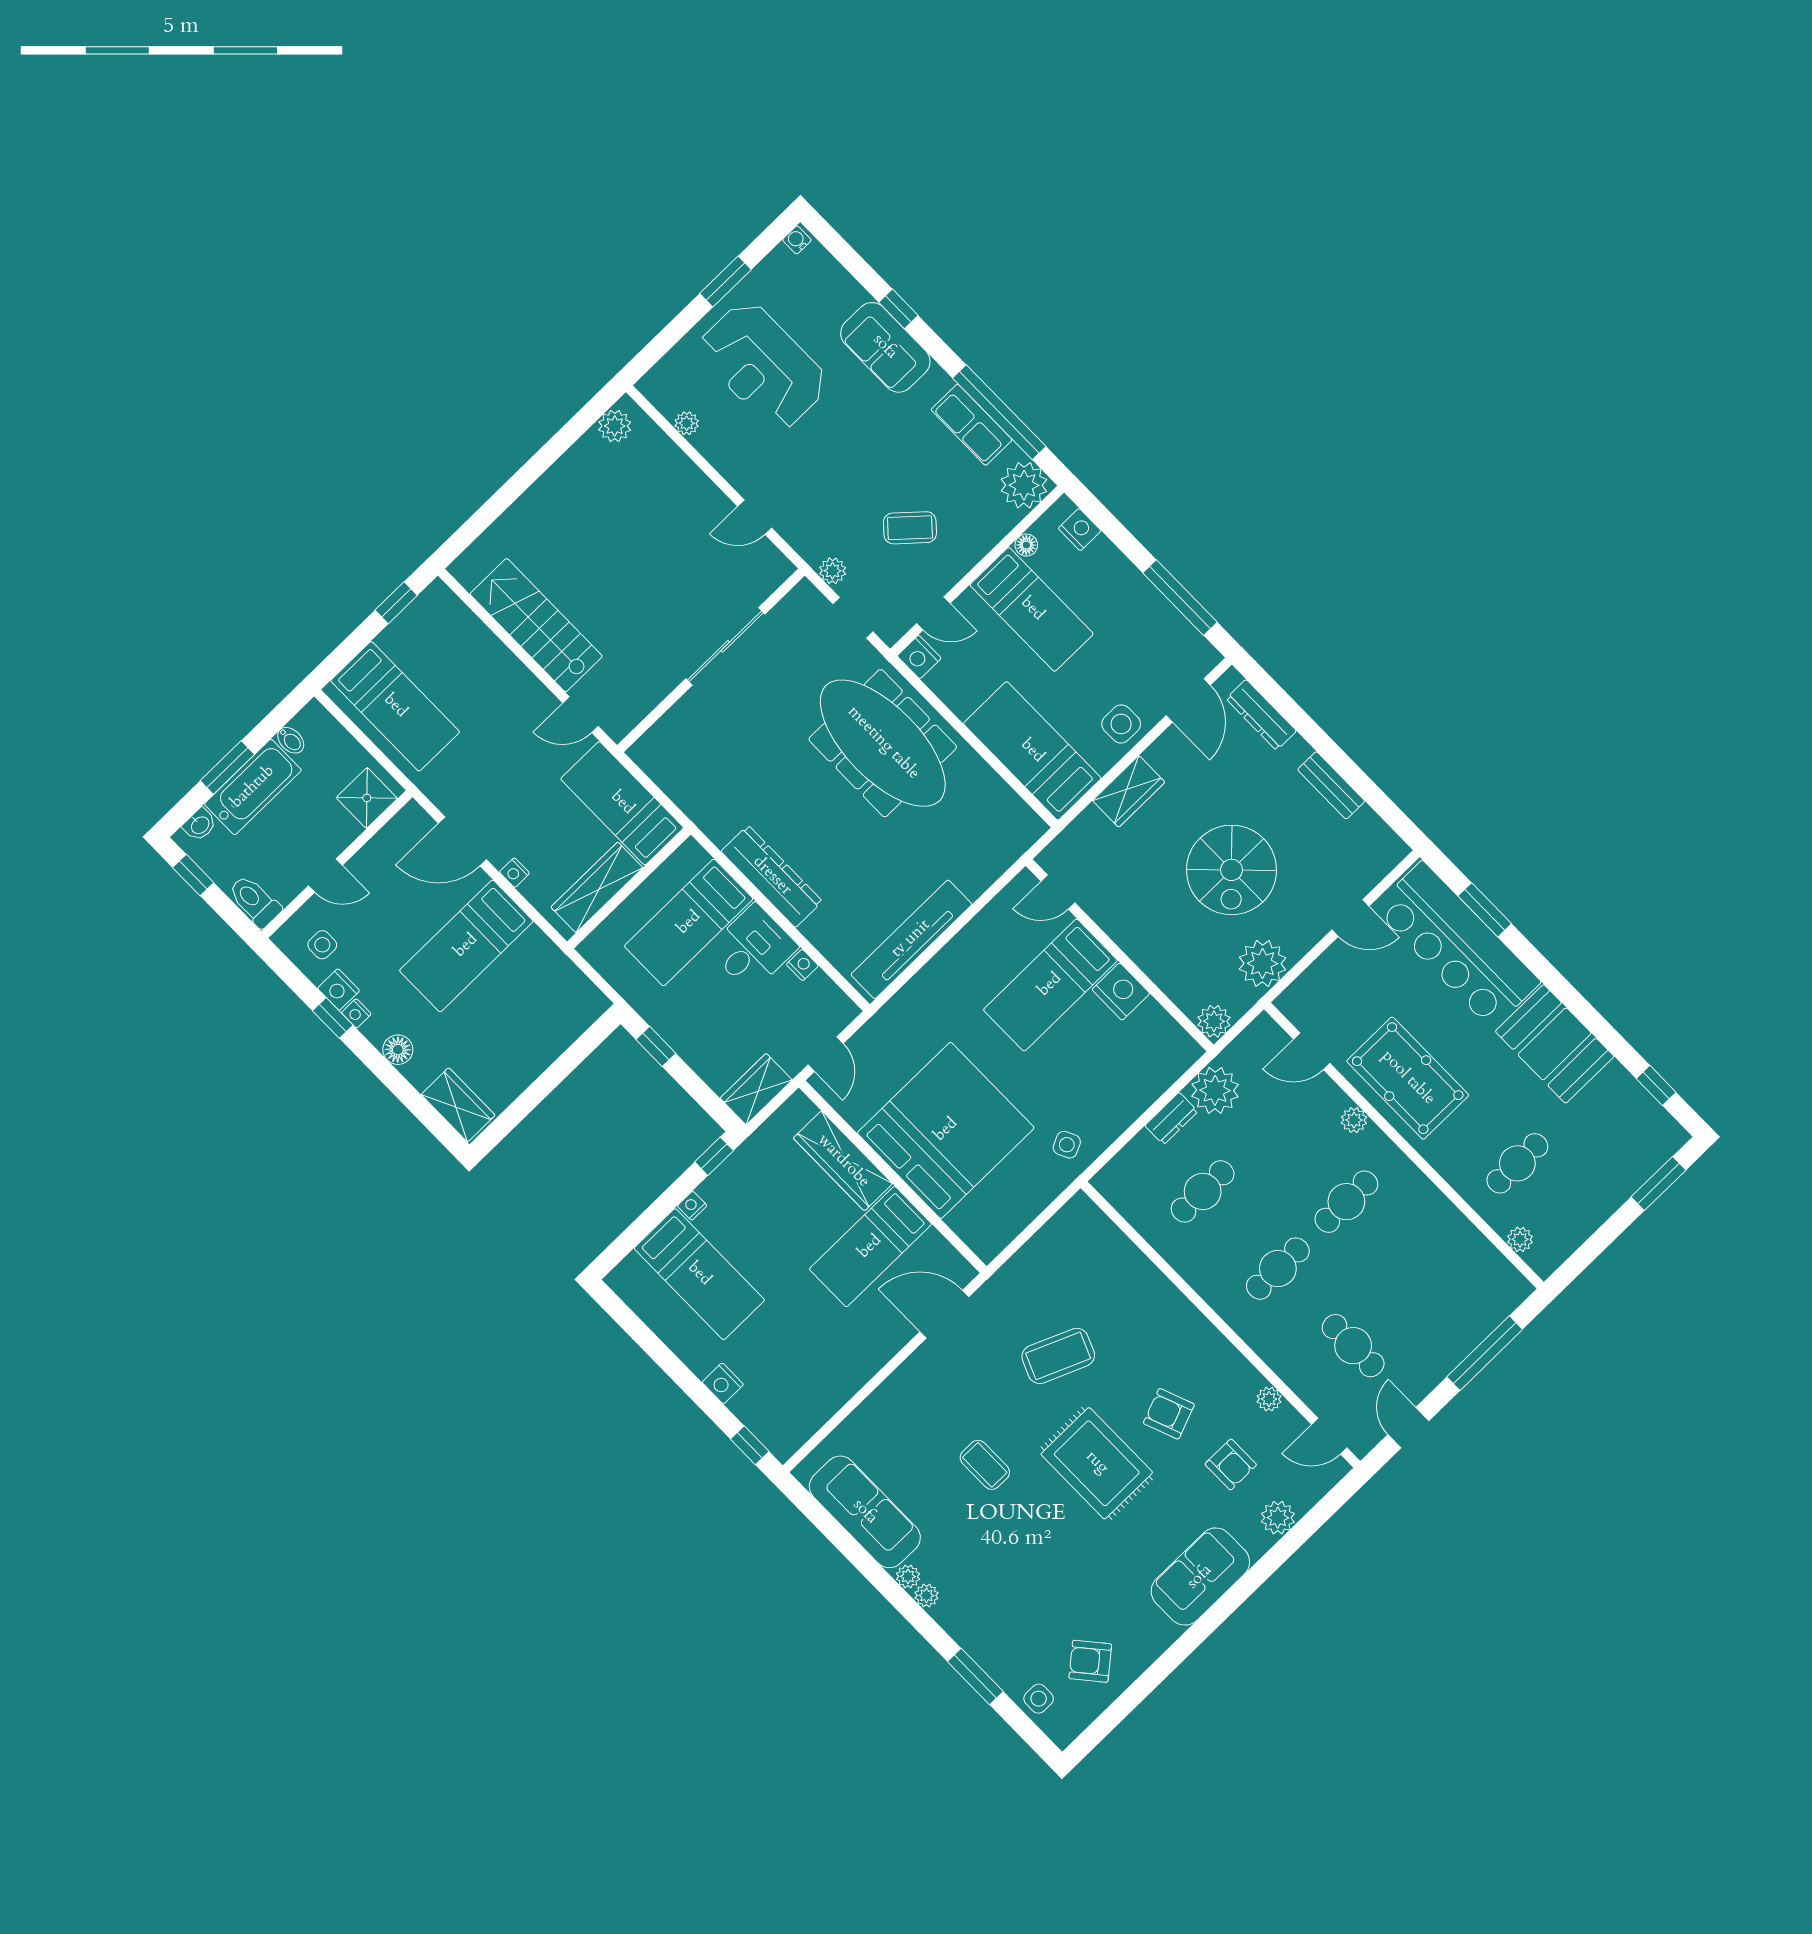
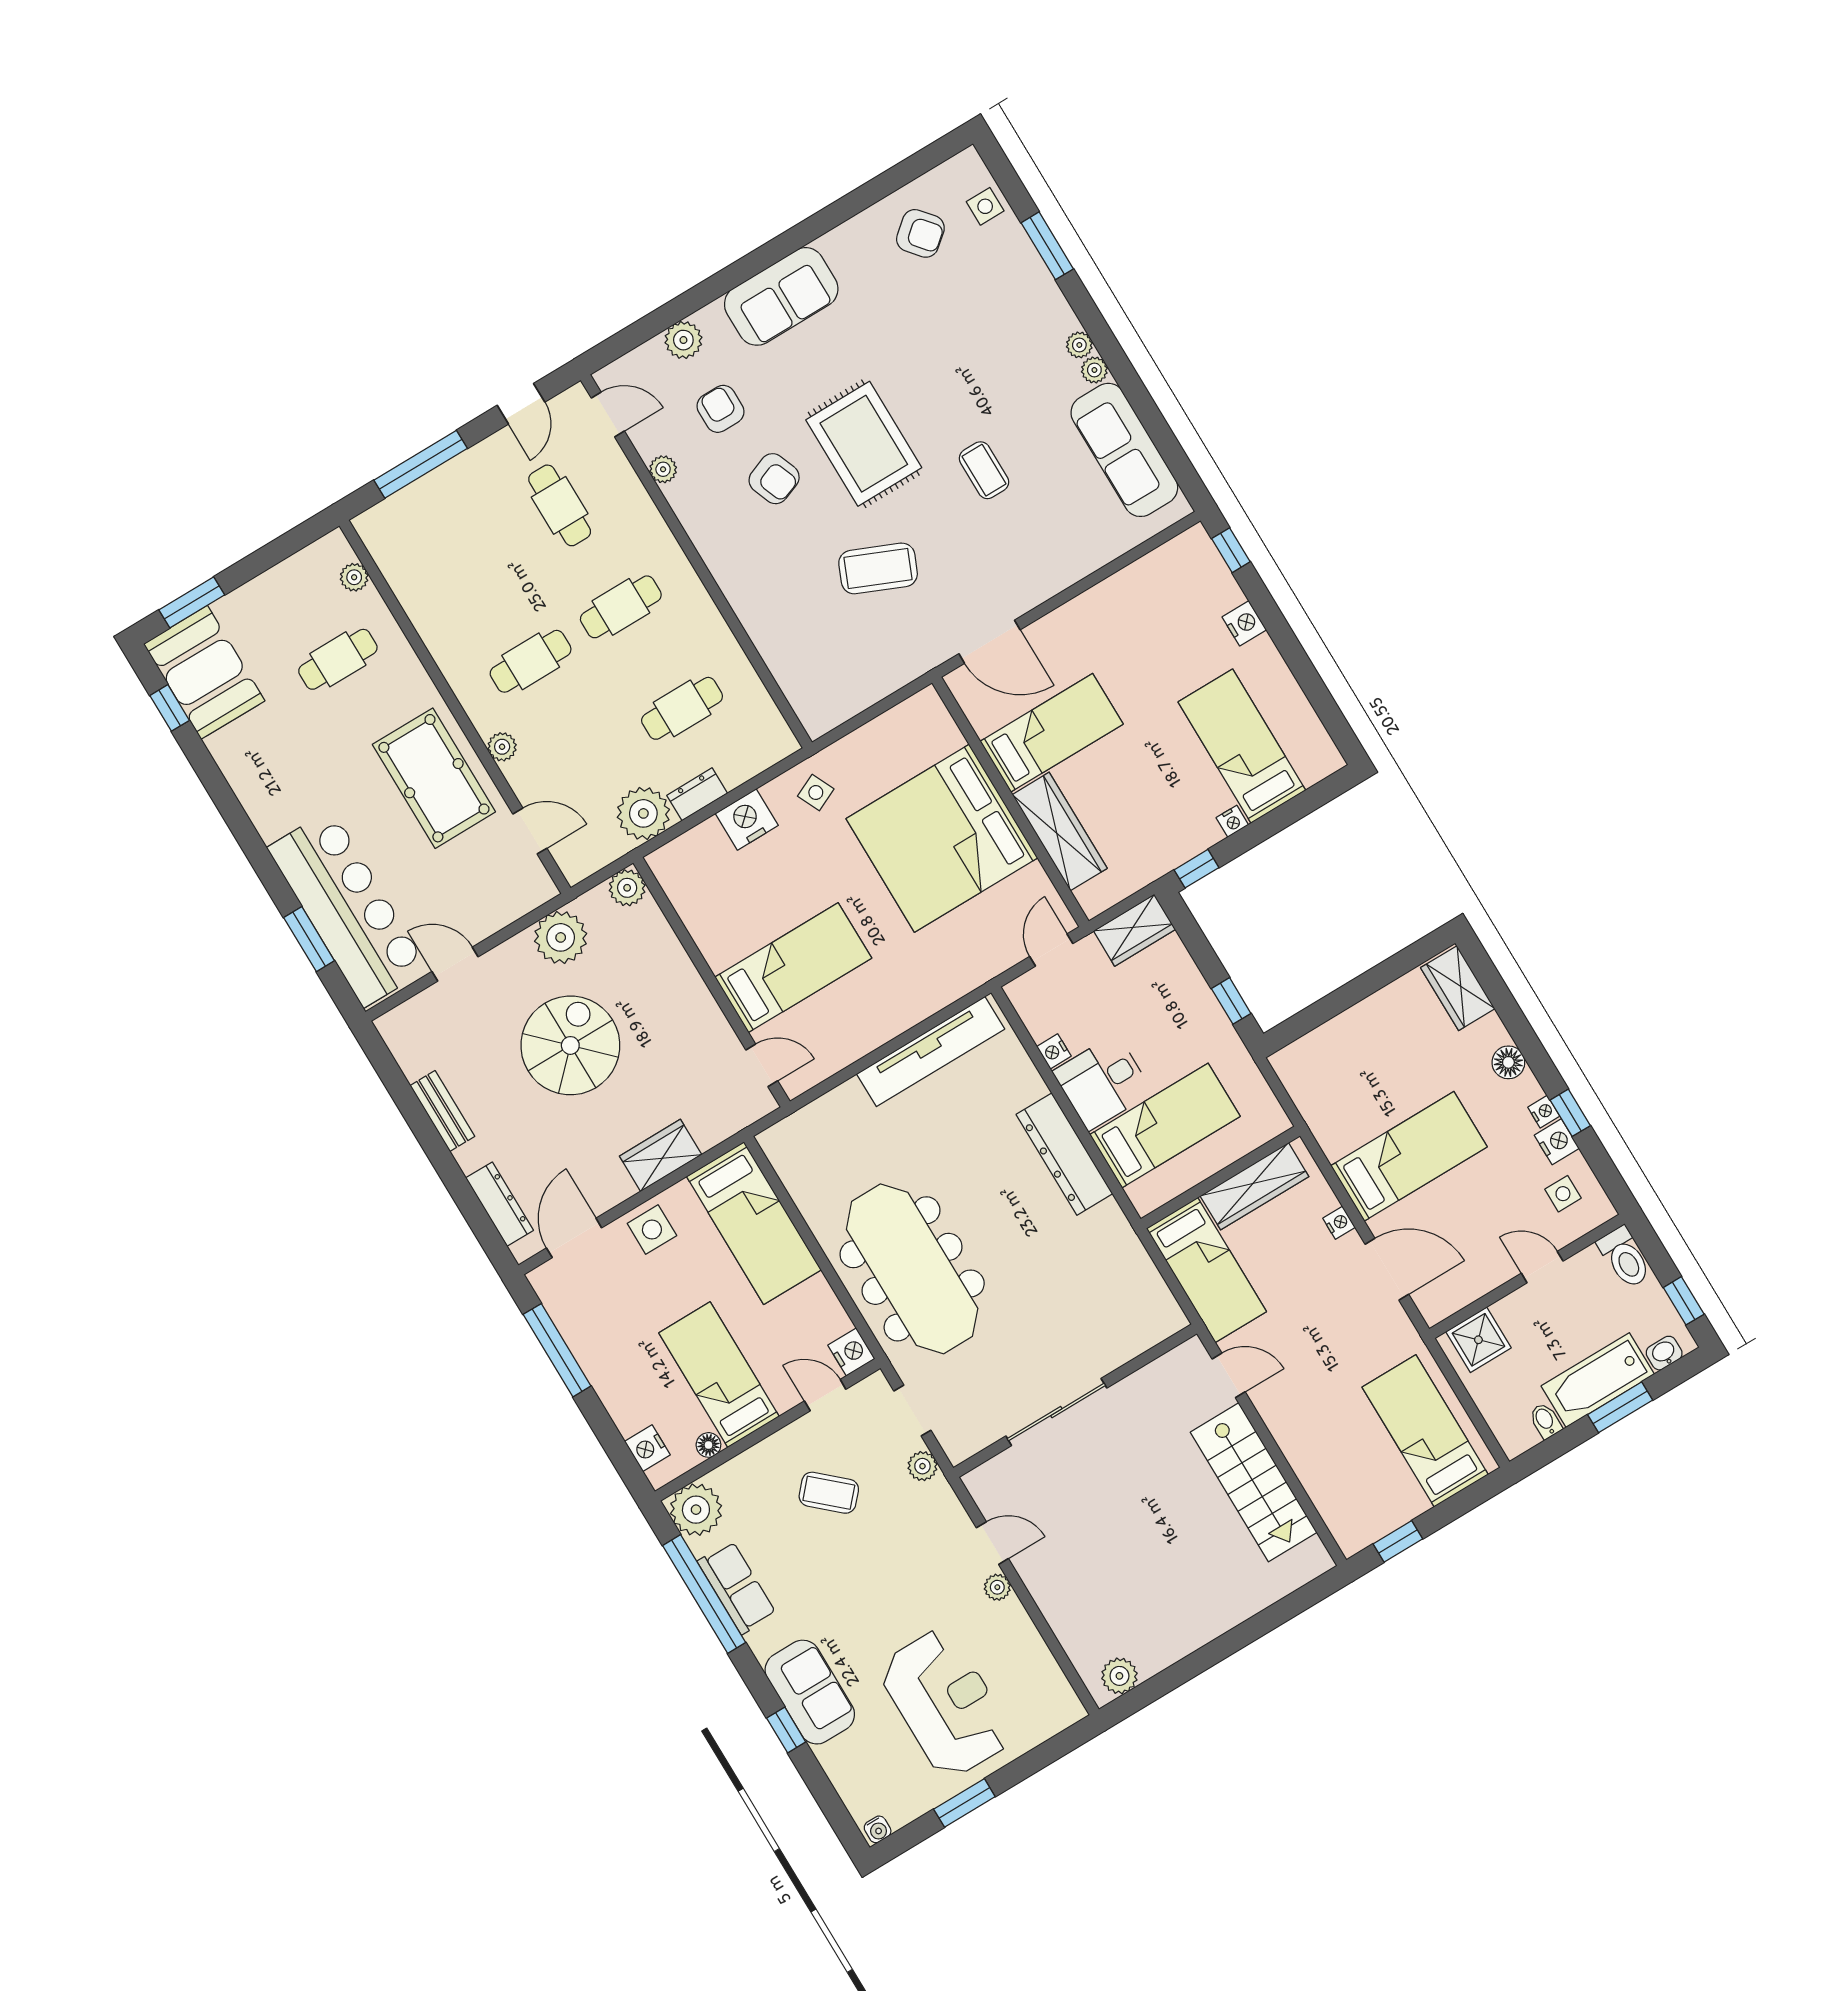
plant: (687, 423) -> (997, 1587), moved
nightstand: (1121, 992) -> (747, 819), moved, turned 90
booth: (1555, 1044) -> (204, 672), moved

